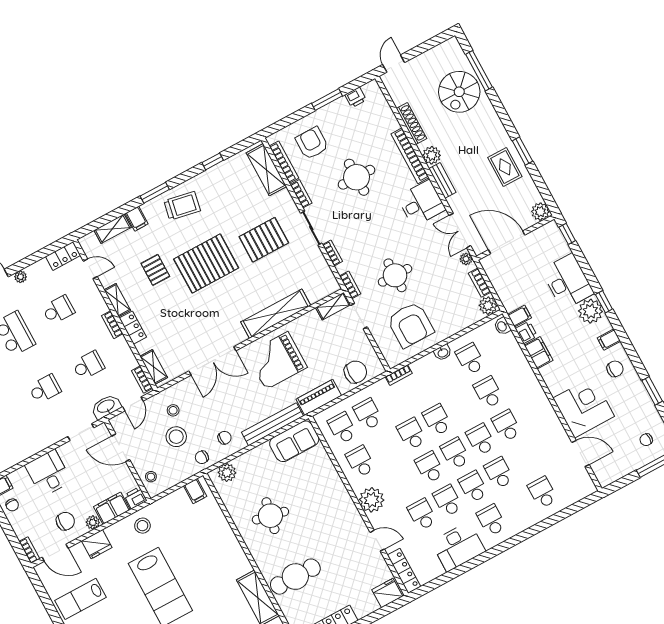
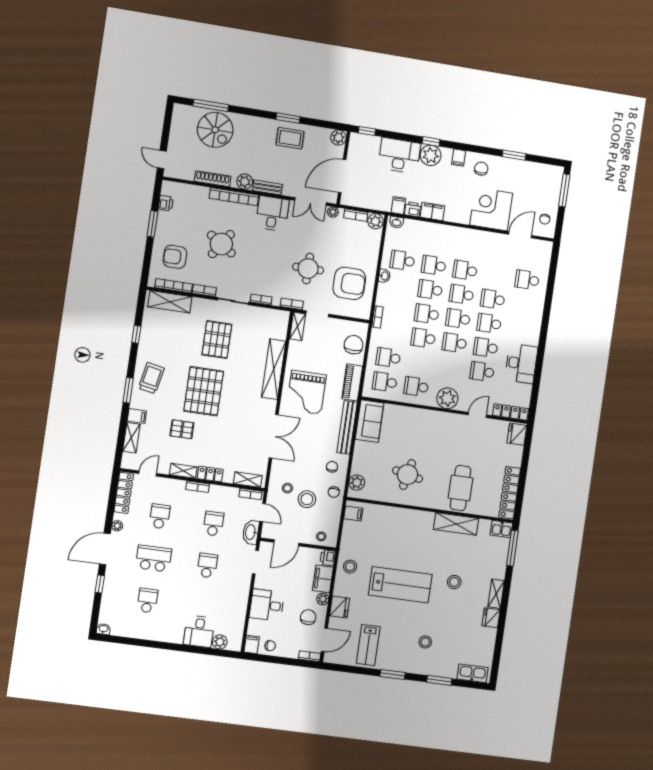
round table: (357, 177) -> (221, 244), turned 34
locker: (63, 256) -> (124, 493), width x1.53
chair: (646, 440) -> (545, 219), moved
school desk: (491, 520) -> (430, 290), moved

